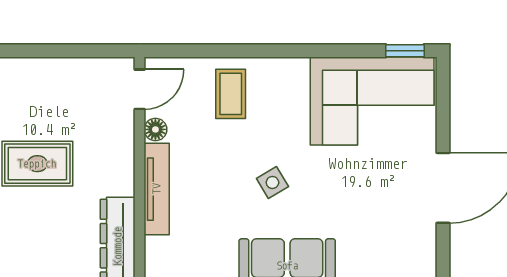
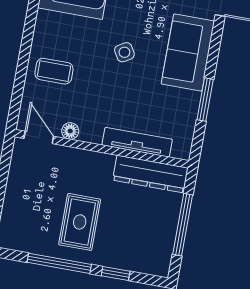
tv unit: (157, 189) -> (137, 142), moved

